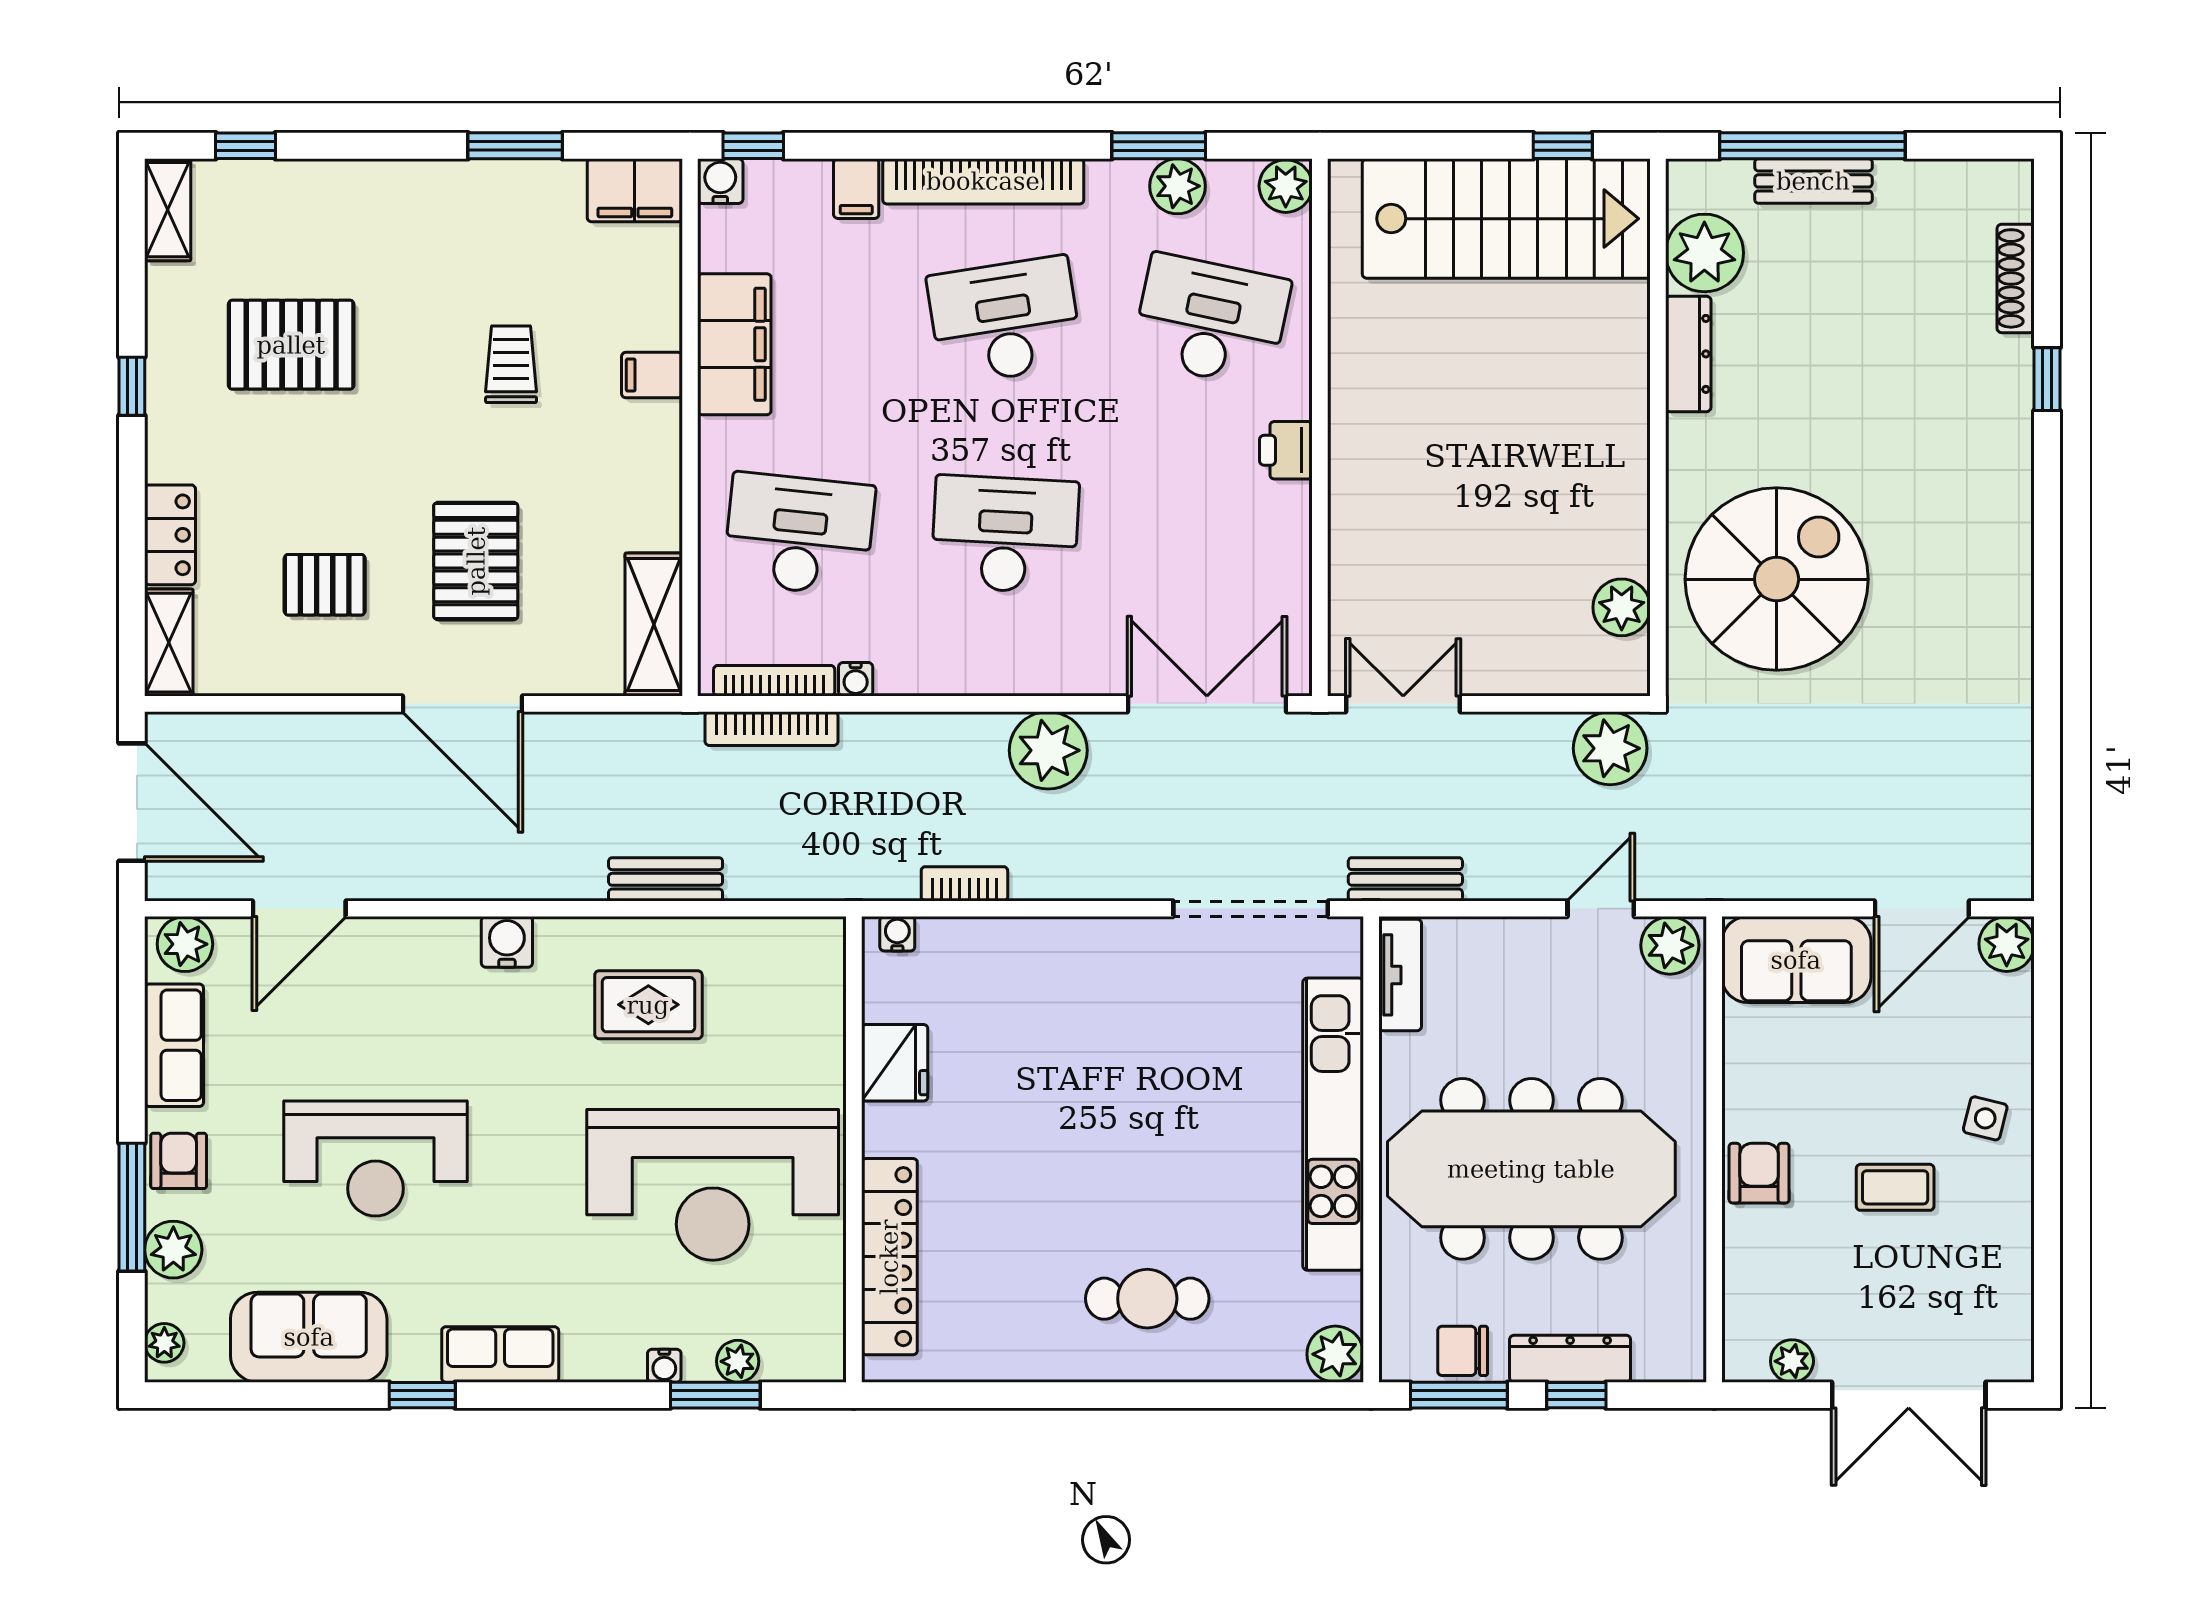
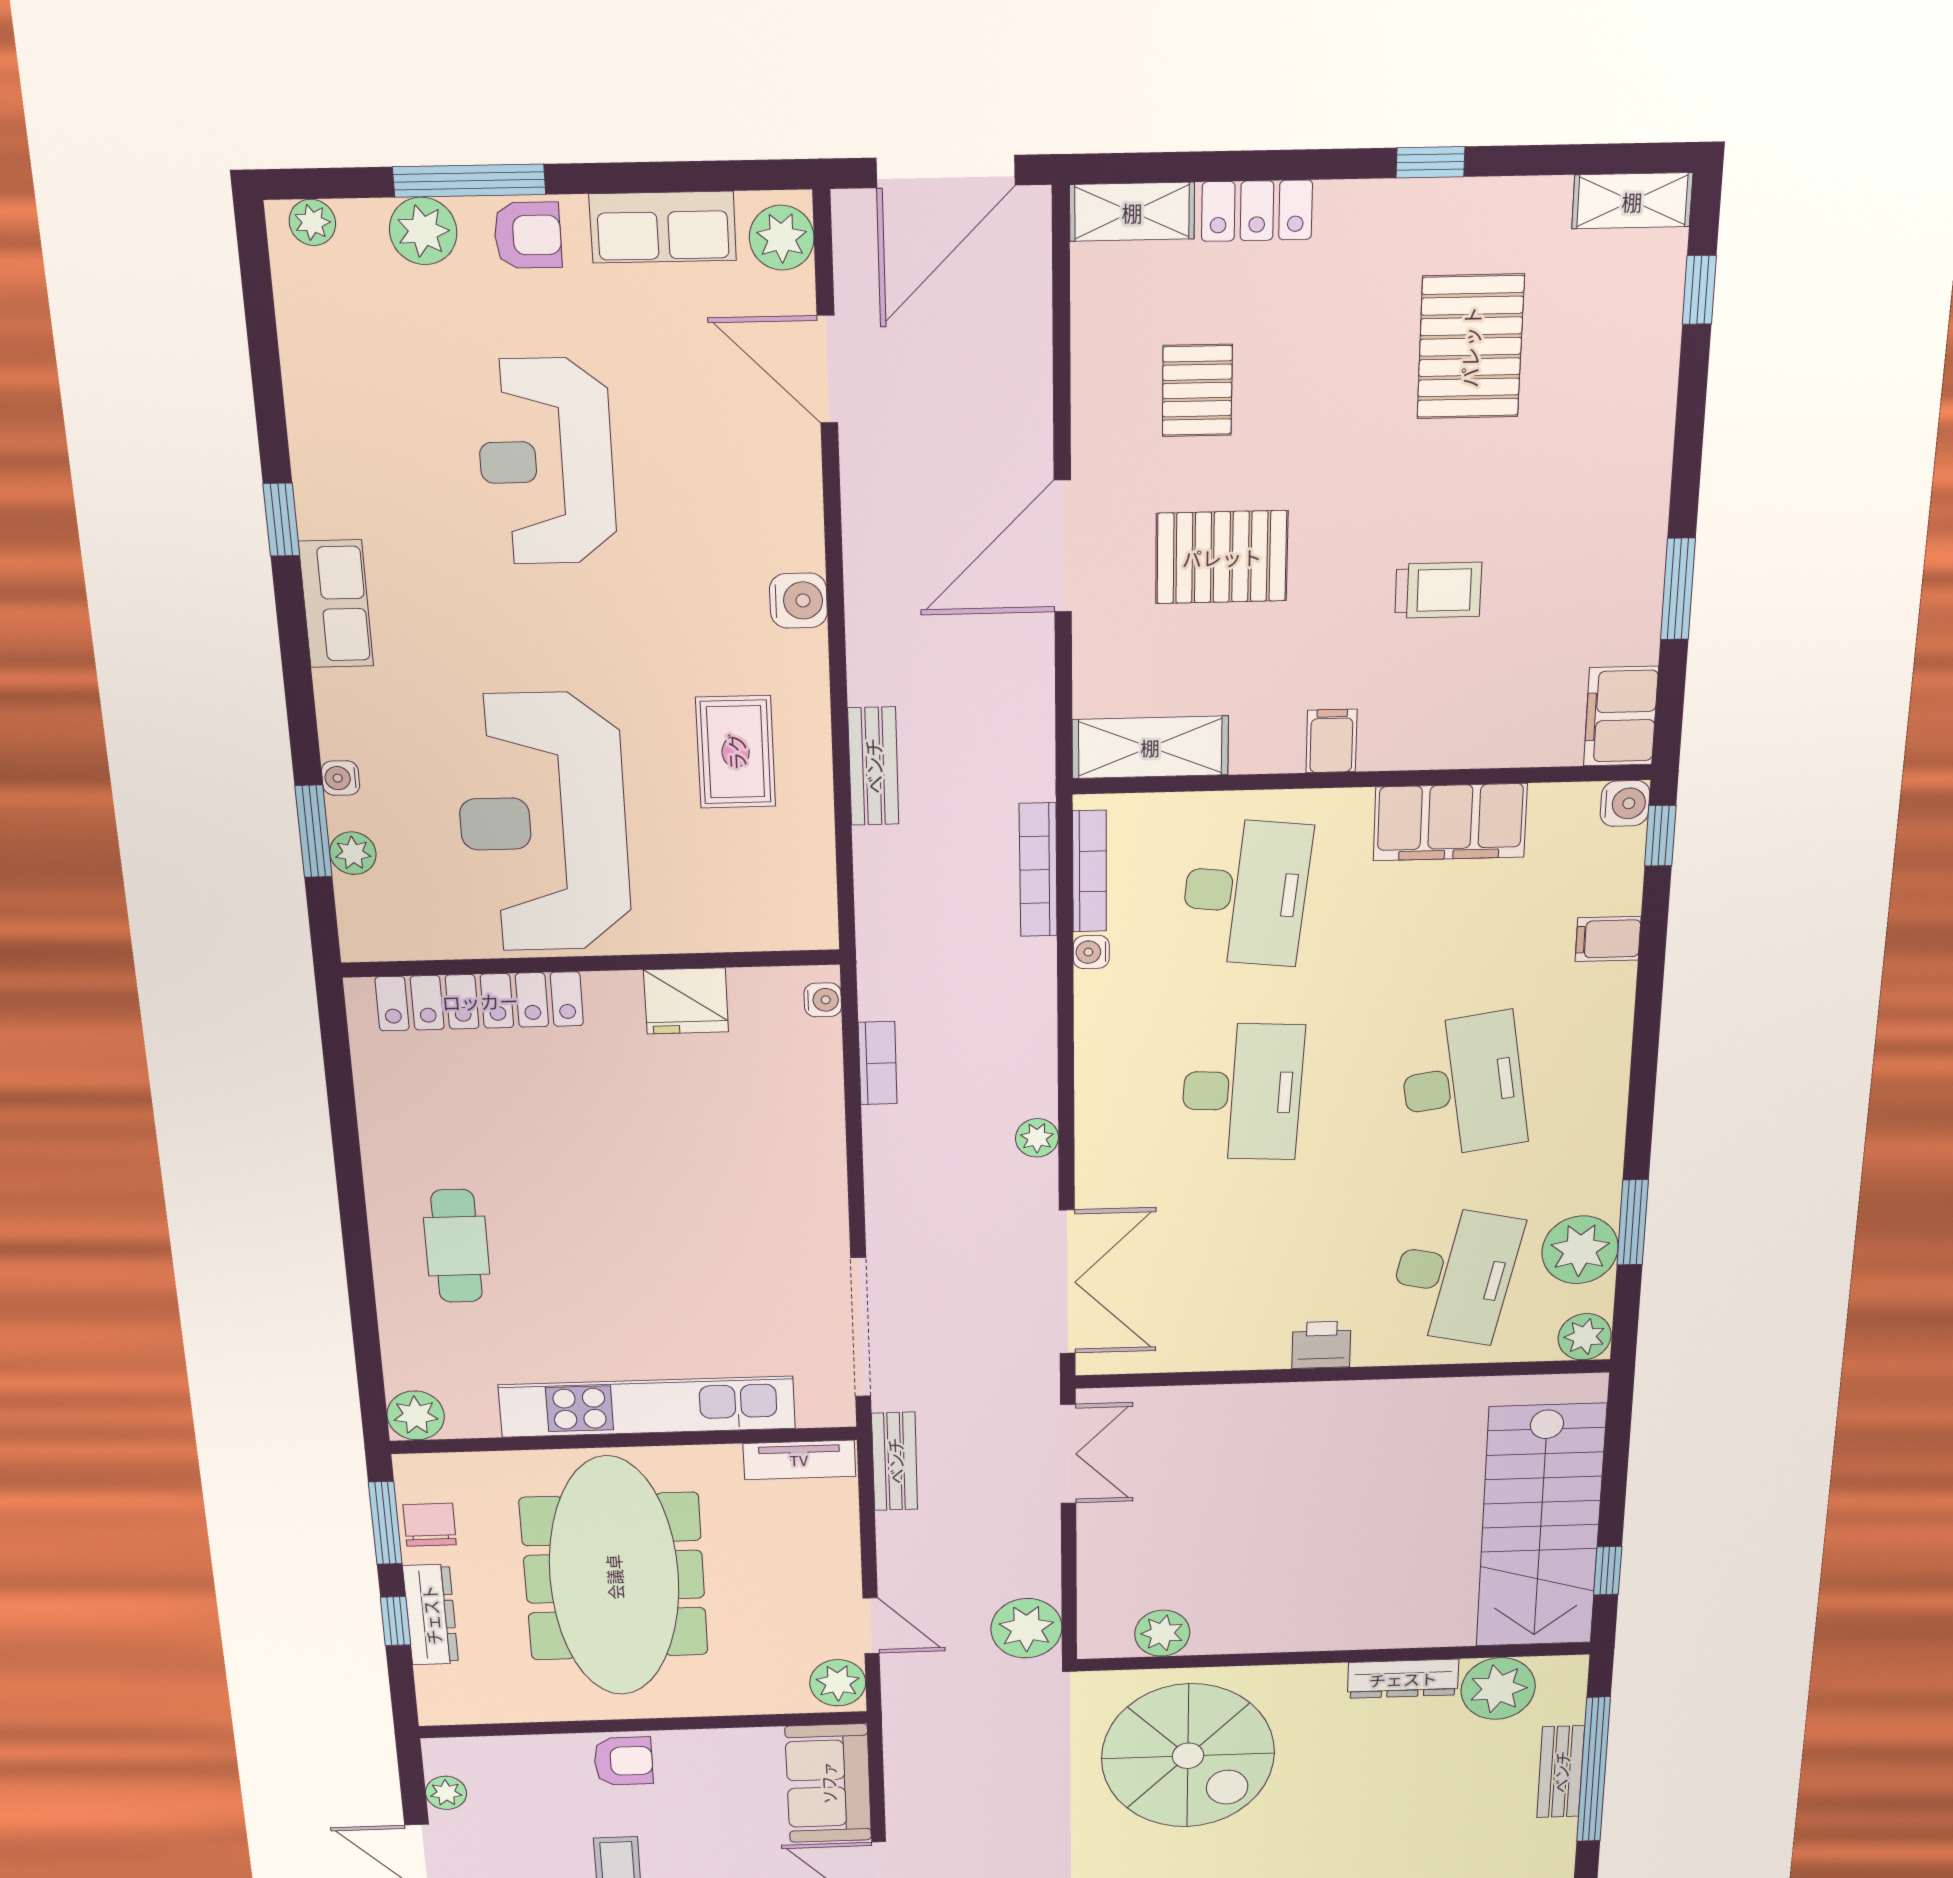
bookcase: (983, 181) -> (1608, 1061), removed
plant: (1177, 186) -> (1580, 1250), width x1.36, depth x1.36
filing cabinet: (652, 375) -> (1331, 741), moved
plant: (1048, 750) -> (1037, 1138), width x0.53, depth x0.53
sofa: (309, 1337) -> (335, 391), removed

